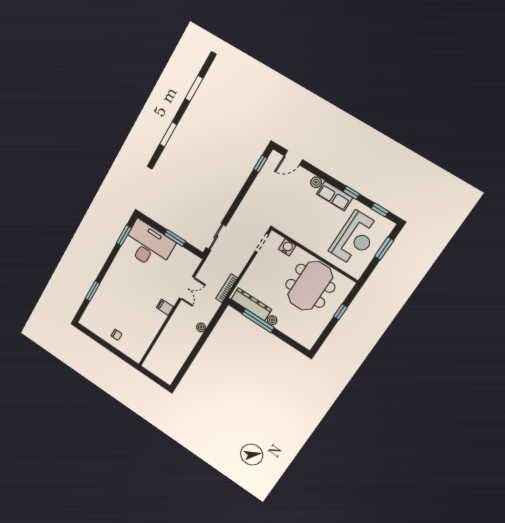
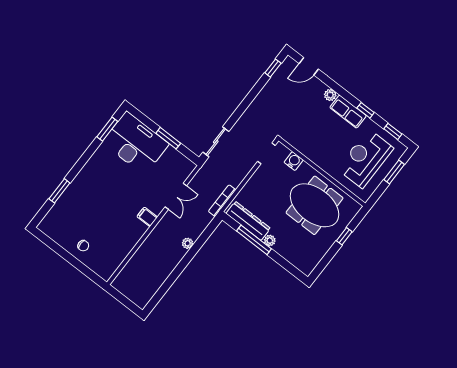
reception desk: (355, 238) -> (365, 159), turned 180
meeting table: (310, 286) -> (315, 205), turned 90

